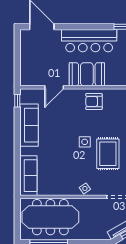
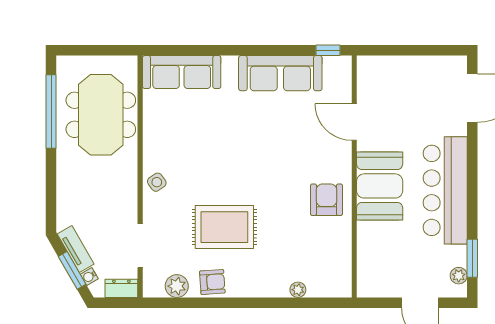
side table: (85, 142) -> (248, 182), removed
meeting table: (50, 217) -> (101, 115), width x0.73

